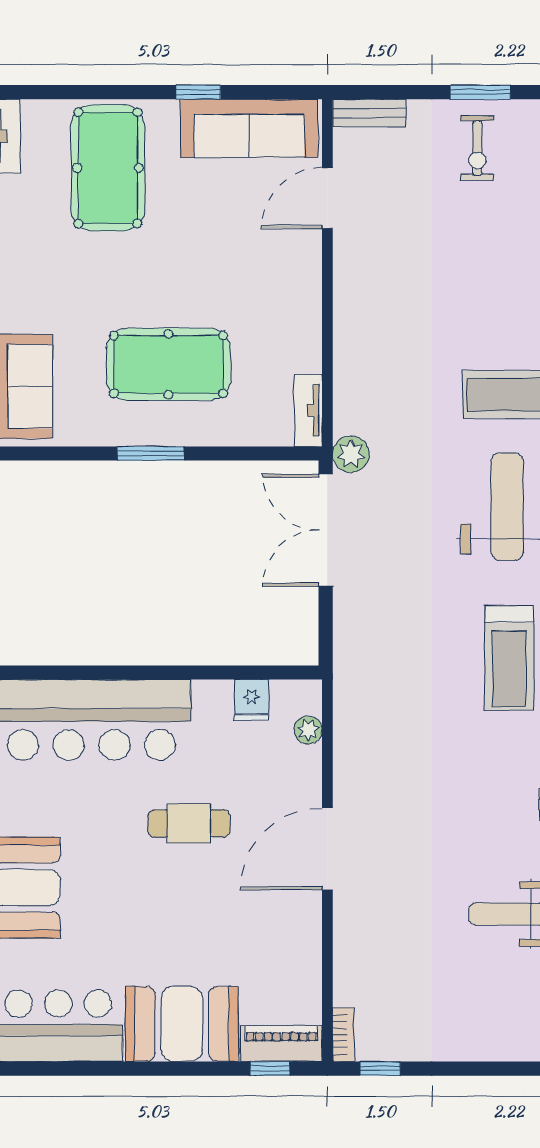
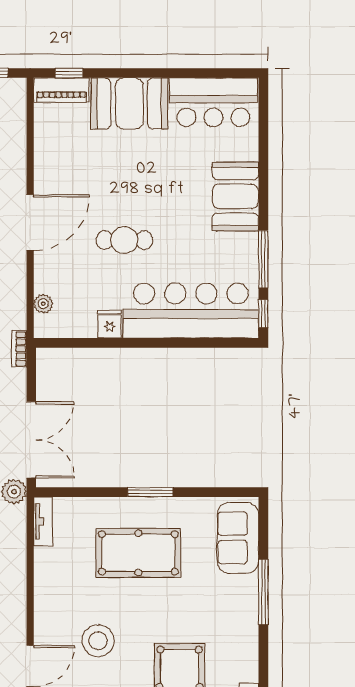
stool: (227, 235) -> (98, 641), added
fridge: (252, 700) -> (110, 324), moved
bookcase: (343, 1035) -> (19, 349), moved

